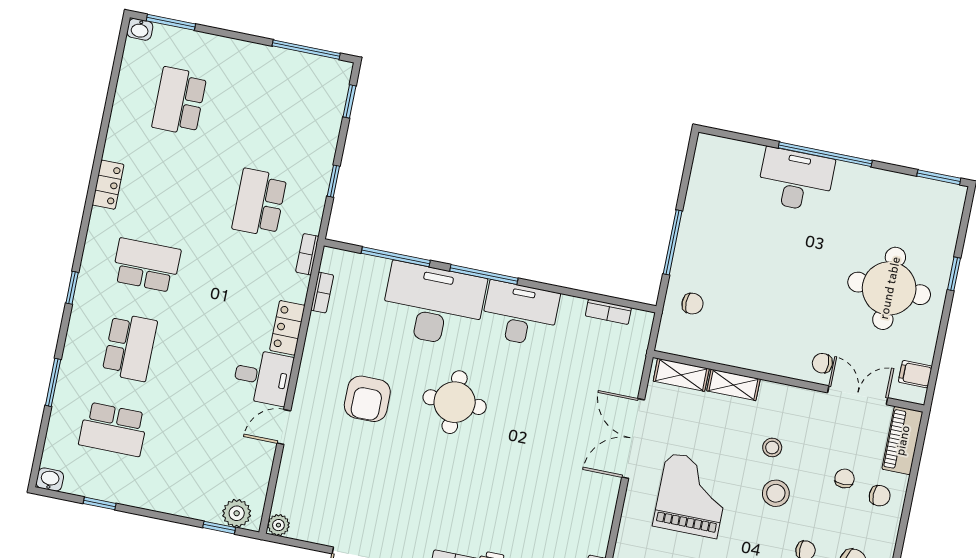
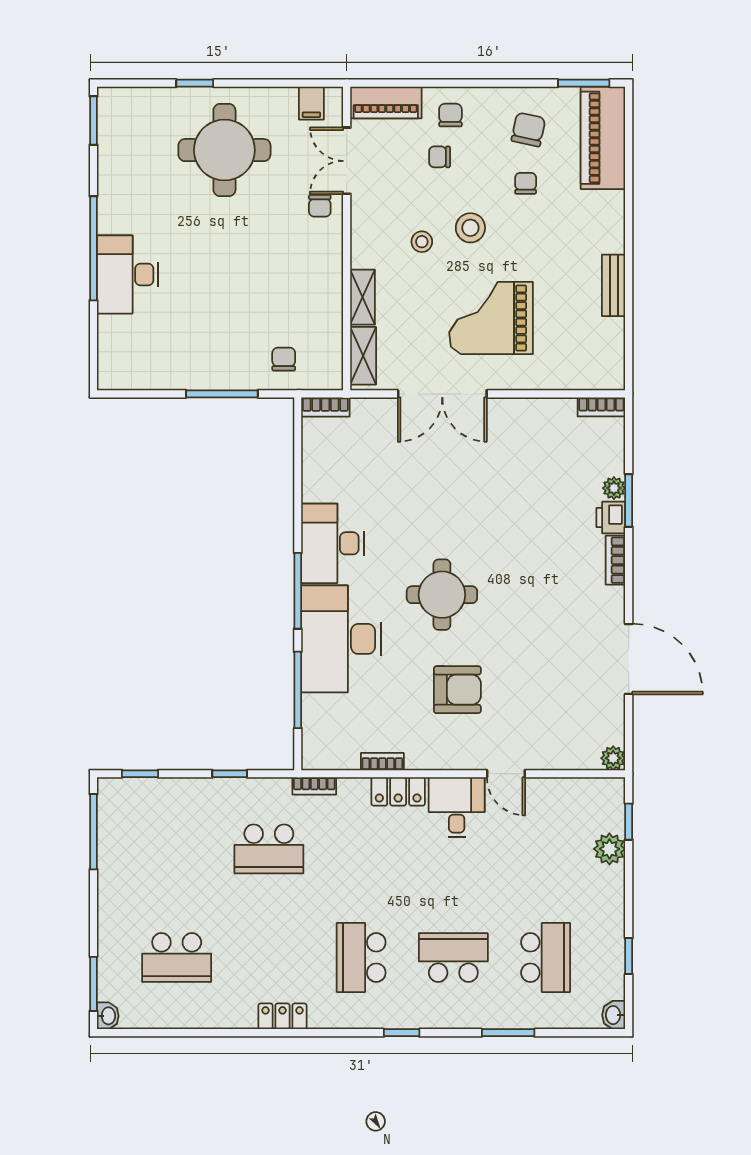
bookcase: (322, 293) -> (382, 762), moved
bookcase: (608, 312) -> (325, 407), moved, turned 90
plant: (237, 513) -> (609, 849), moved

